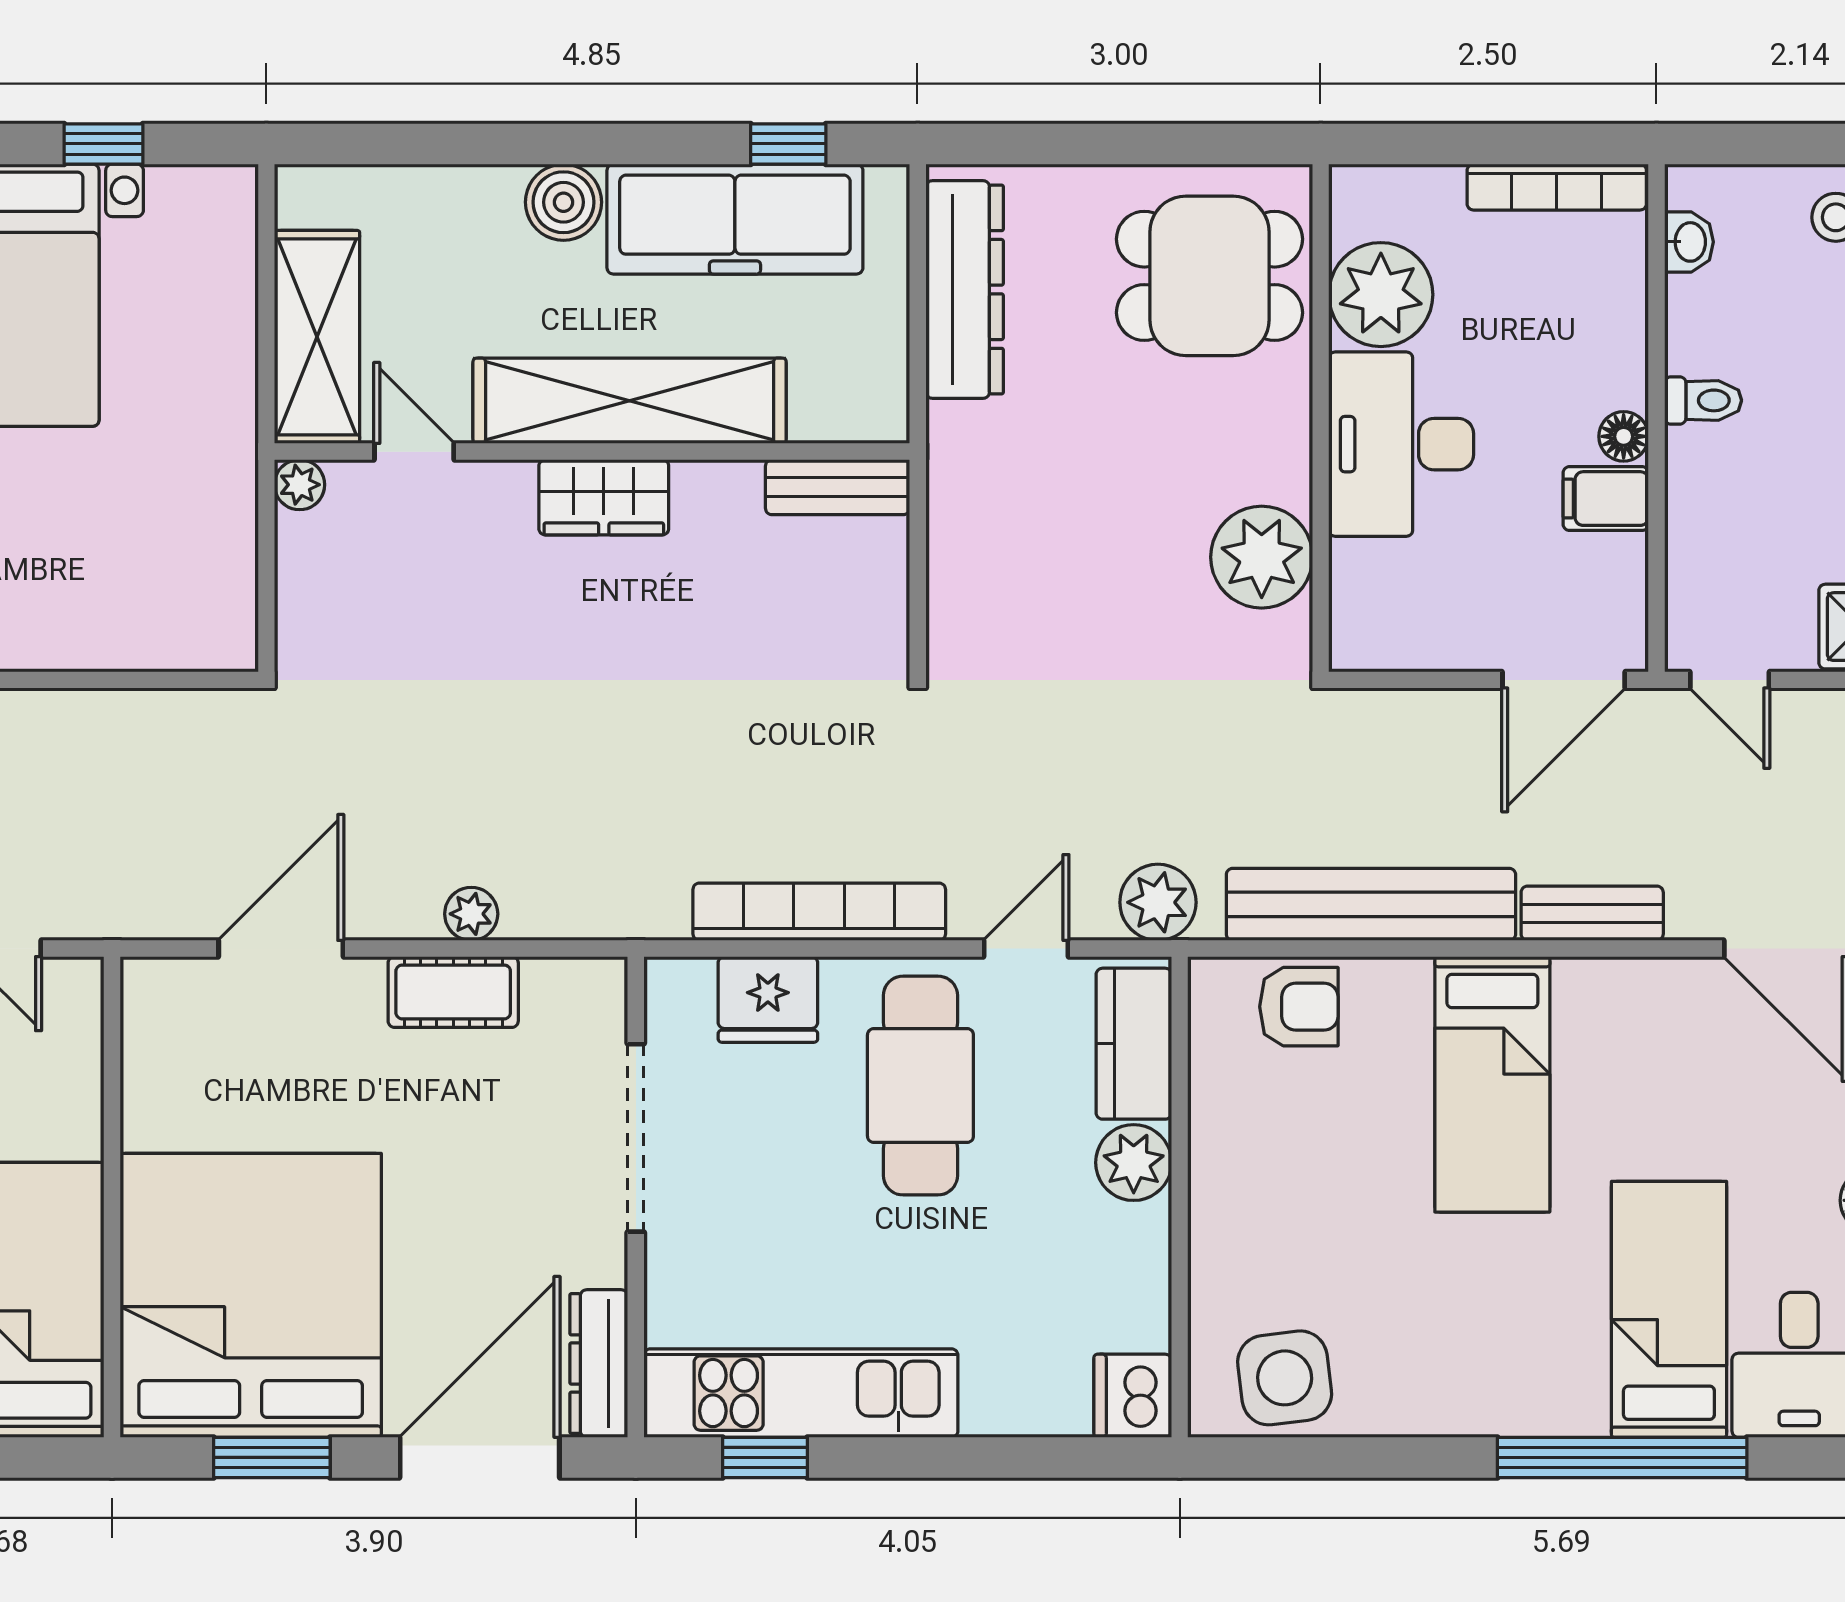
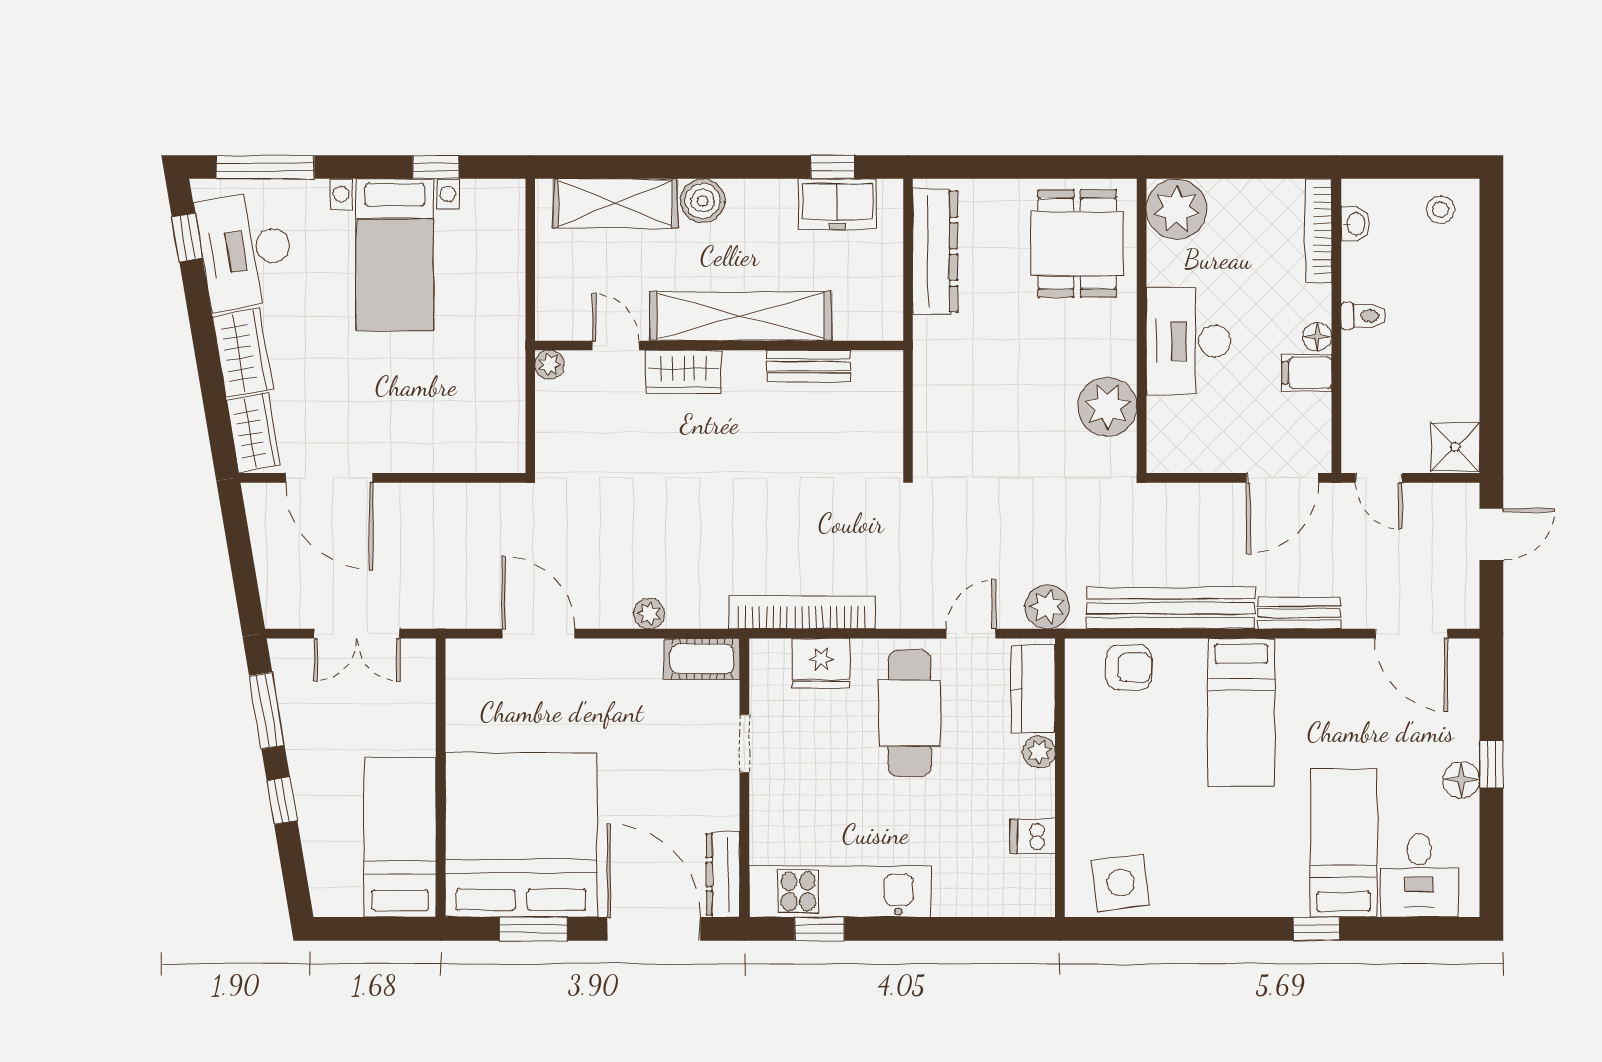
bookcase: (1557, 187) -> (1318, 231), moved, turned 90
freezer: (735, 219) -> (837, 204), width x0.52, depth x0.79
dining table: (1209, 276) -> (1077, 244), turned 90
plant: (1381, 295) -> (1177, 209), moved
shelving: (317, 337) -> (616, 203), moved, turned 90
bench: (838, 487) -> (808, 366), moved
wardrobe: (604, 497) -> (684, 372), moved
bookcase: (819, 912) -> (802, 612), moved
door: (281, 948) -> (539, 634), hinge flipped
cot: (453, 992) -> (702, 659), moved
doorway: (636, 1138) -> (744, 743), width x0.53
plant: (1134, 1163) -> (1039, 752), width x0.73, depth x0.73
dishwasher: (1133, 1396) -> (1033, 836), moved, width x0.73
door: (480, 1457) -> (654, 929), hinge flipped
window: (1622, 1457) -> (1316, 929), width x0.32

